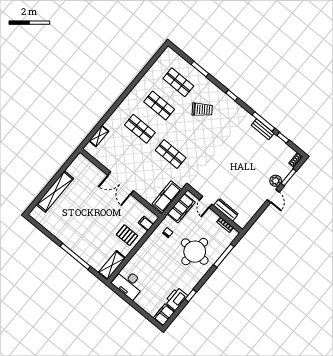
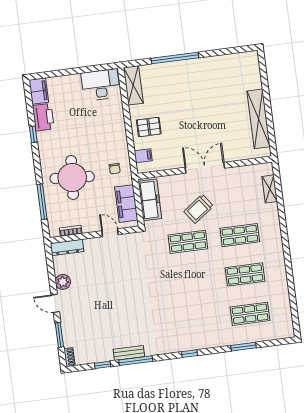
trolley: (202, 109) -> (199, 209), moved
plant: (276, 181) -> (63, 282), moved
shelving: (55, 192) -> (259, 119), moved
dresser: (226, 210) -> (67, 247), moved

